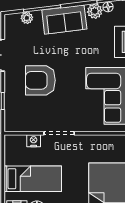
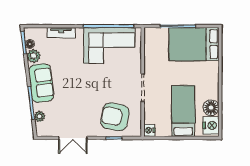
armchair: (40, 80) -> (115, 117), moved, turned 101
nightstand: (34, 141) -> (149, 130), moved

